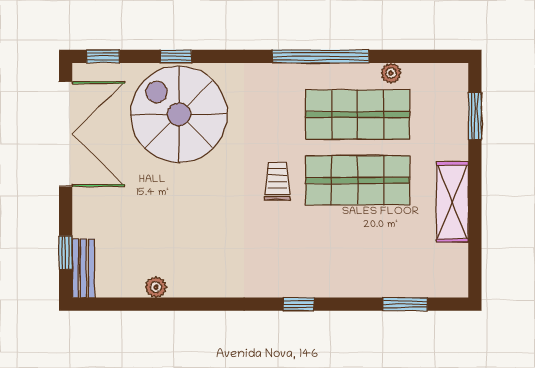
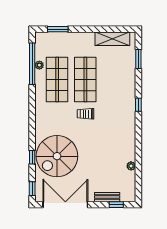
window: (320, 56) -> (32, 64), moved
shelving: (452, 202) -> (112, 39), moved
bench: (83, 268) -> (107, 197), moved

